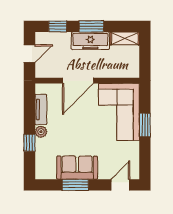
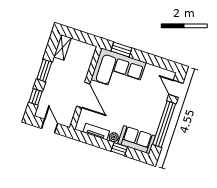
freezer: (90, 41) -> (55, 75), removed
window: (145, 125) -> (121, 50), moved
sofa: (77, 168) -> (137, 140), moved, turned 90
window: (75, 185) -> (164, 124), width x2.11

